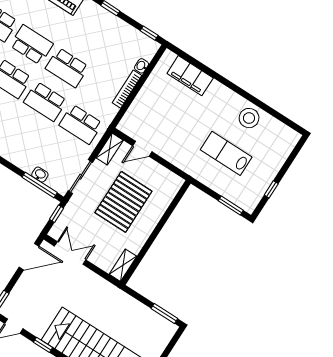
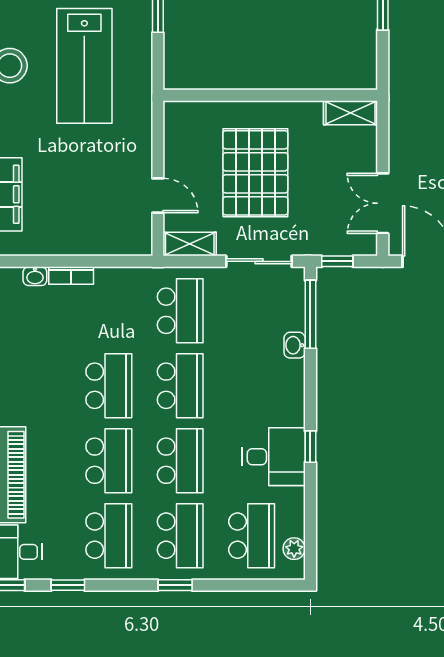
school desk: (32, 45) -> (109, 461), turned 180
bookcase: (127, 89) -> (71, 276), width x0.64
lab bench: (226, 153) -> (84, 66), width x1.36, depth x1.39
washbasin: (40, 175) -> (295, 345), moved
pallet: (123, 202) -> (255, 173), turned 90

